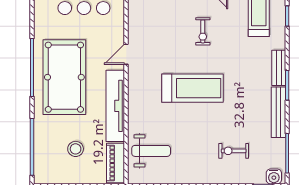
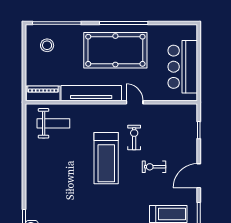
stool: (76, 149) -> (47, 45), moved
weight bench: (151, 151) -> (53, 123), turned -90
exercise bike: (234, 151) -> (134, 137), moved

